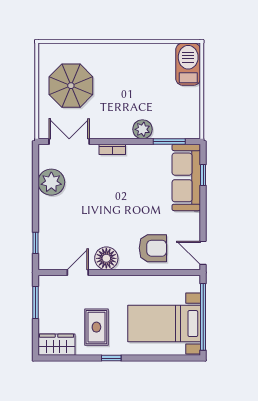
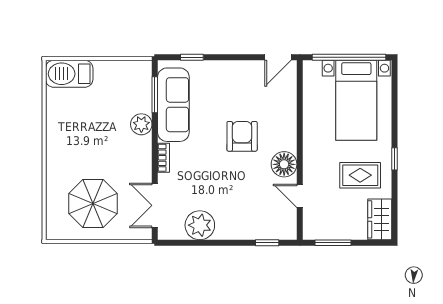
sofa: (186, 177) -> (173, 105), moved, turned -90
armchair: (153, 248) -> (242, 136), moved

